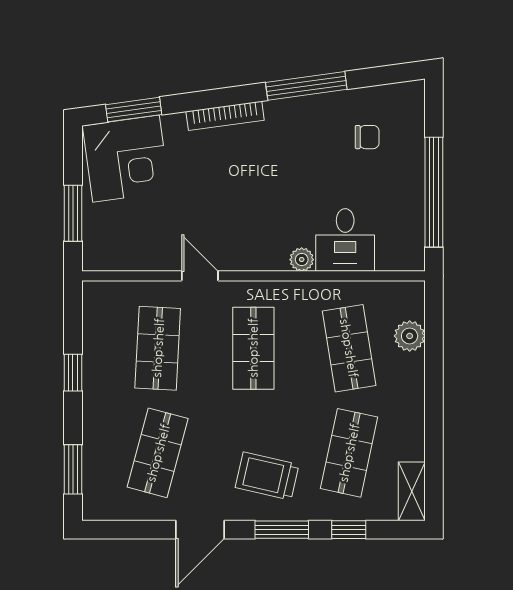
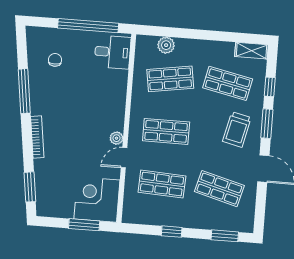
corner desk: (126, 159) -> (97, 199), moved, turned -82
desk: (345, 240) -> (113, 52), moved
plant: (302, 260) -> (117, 138), moved

